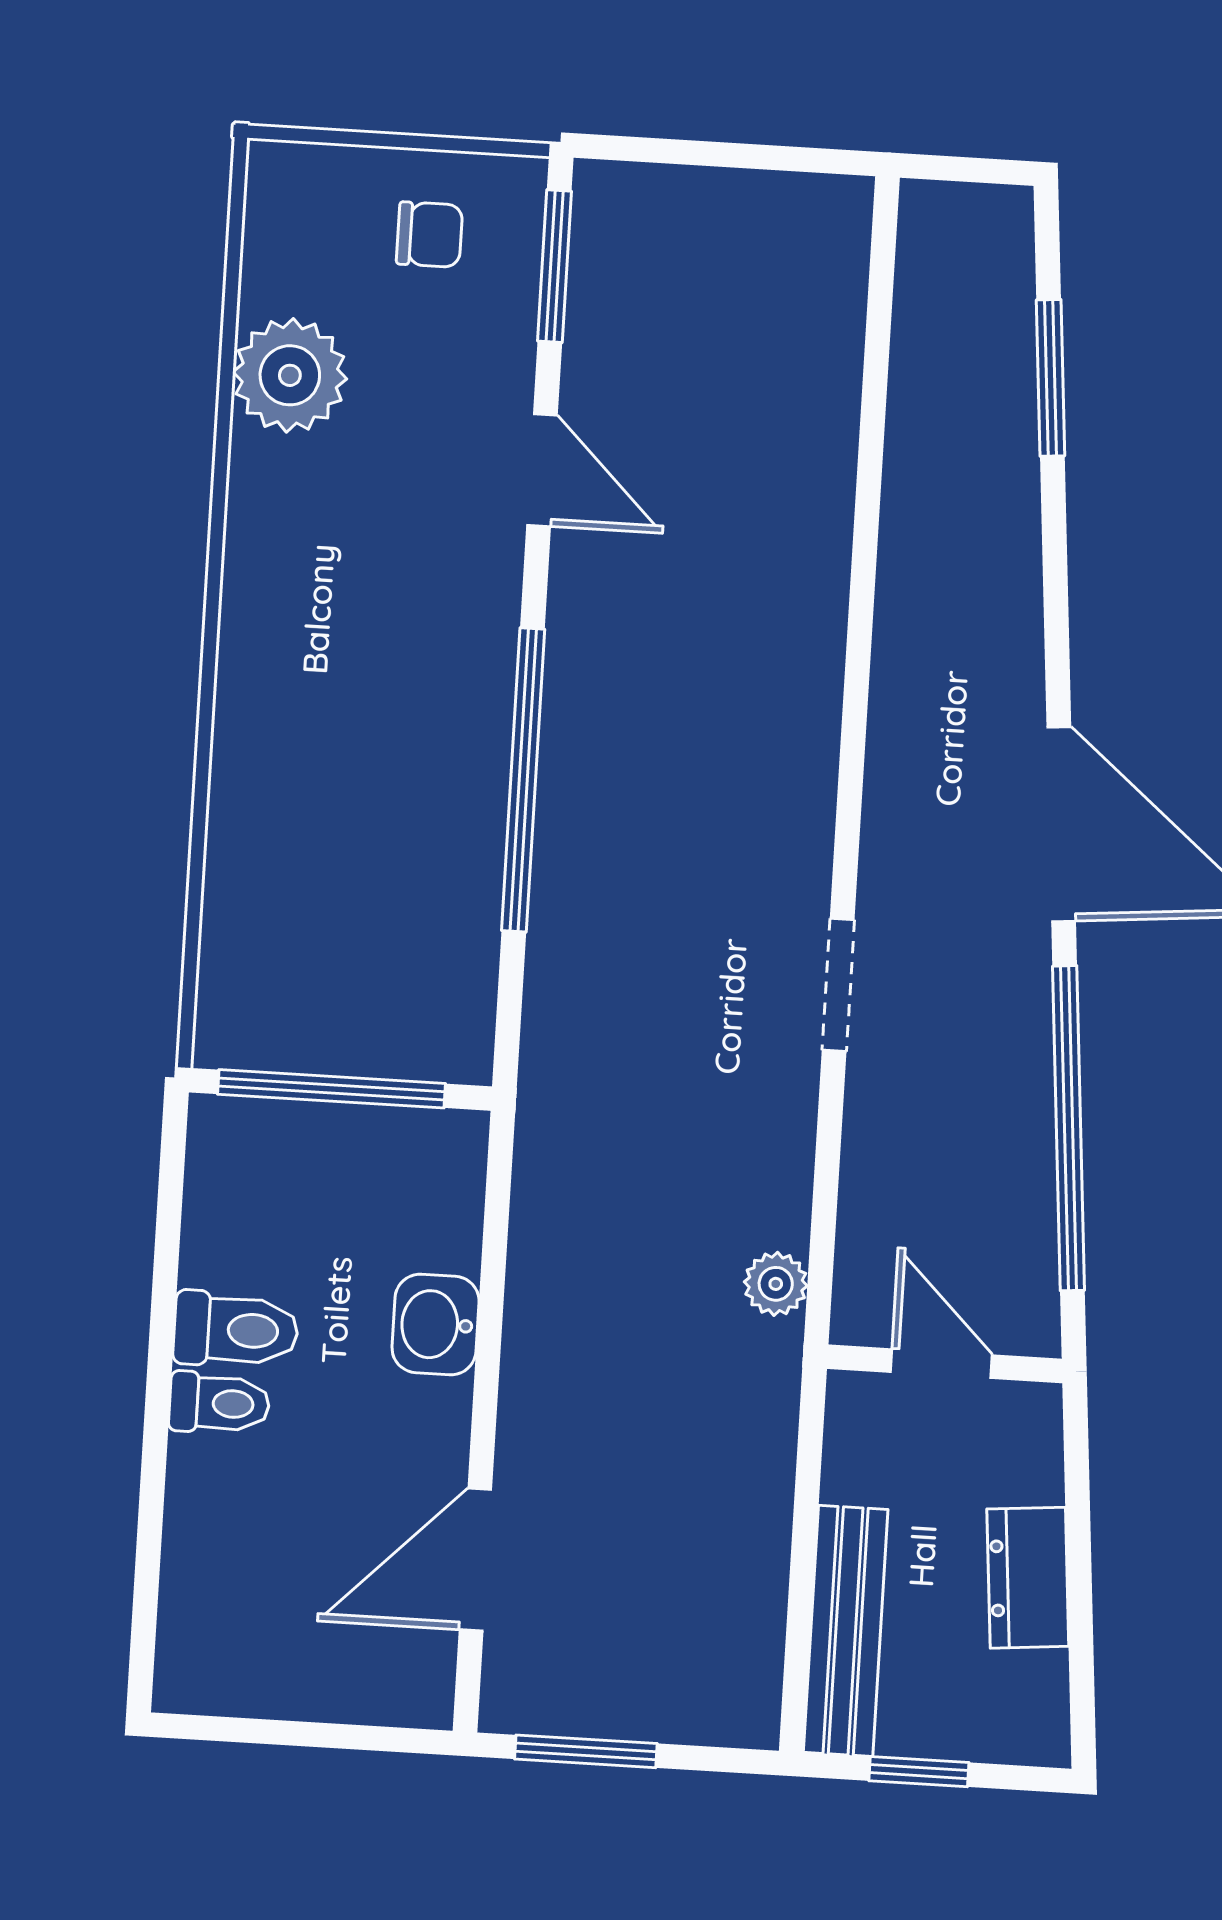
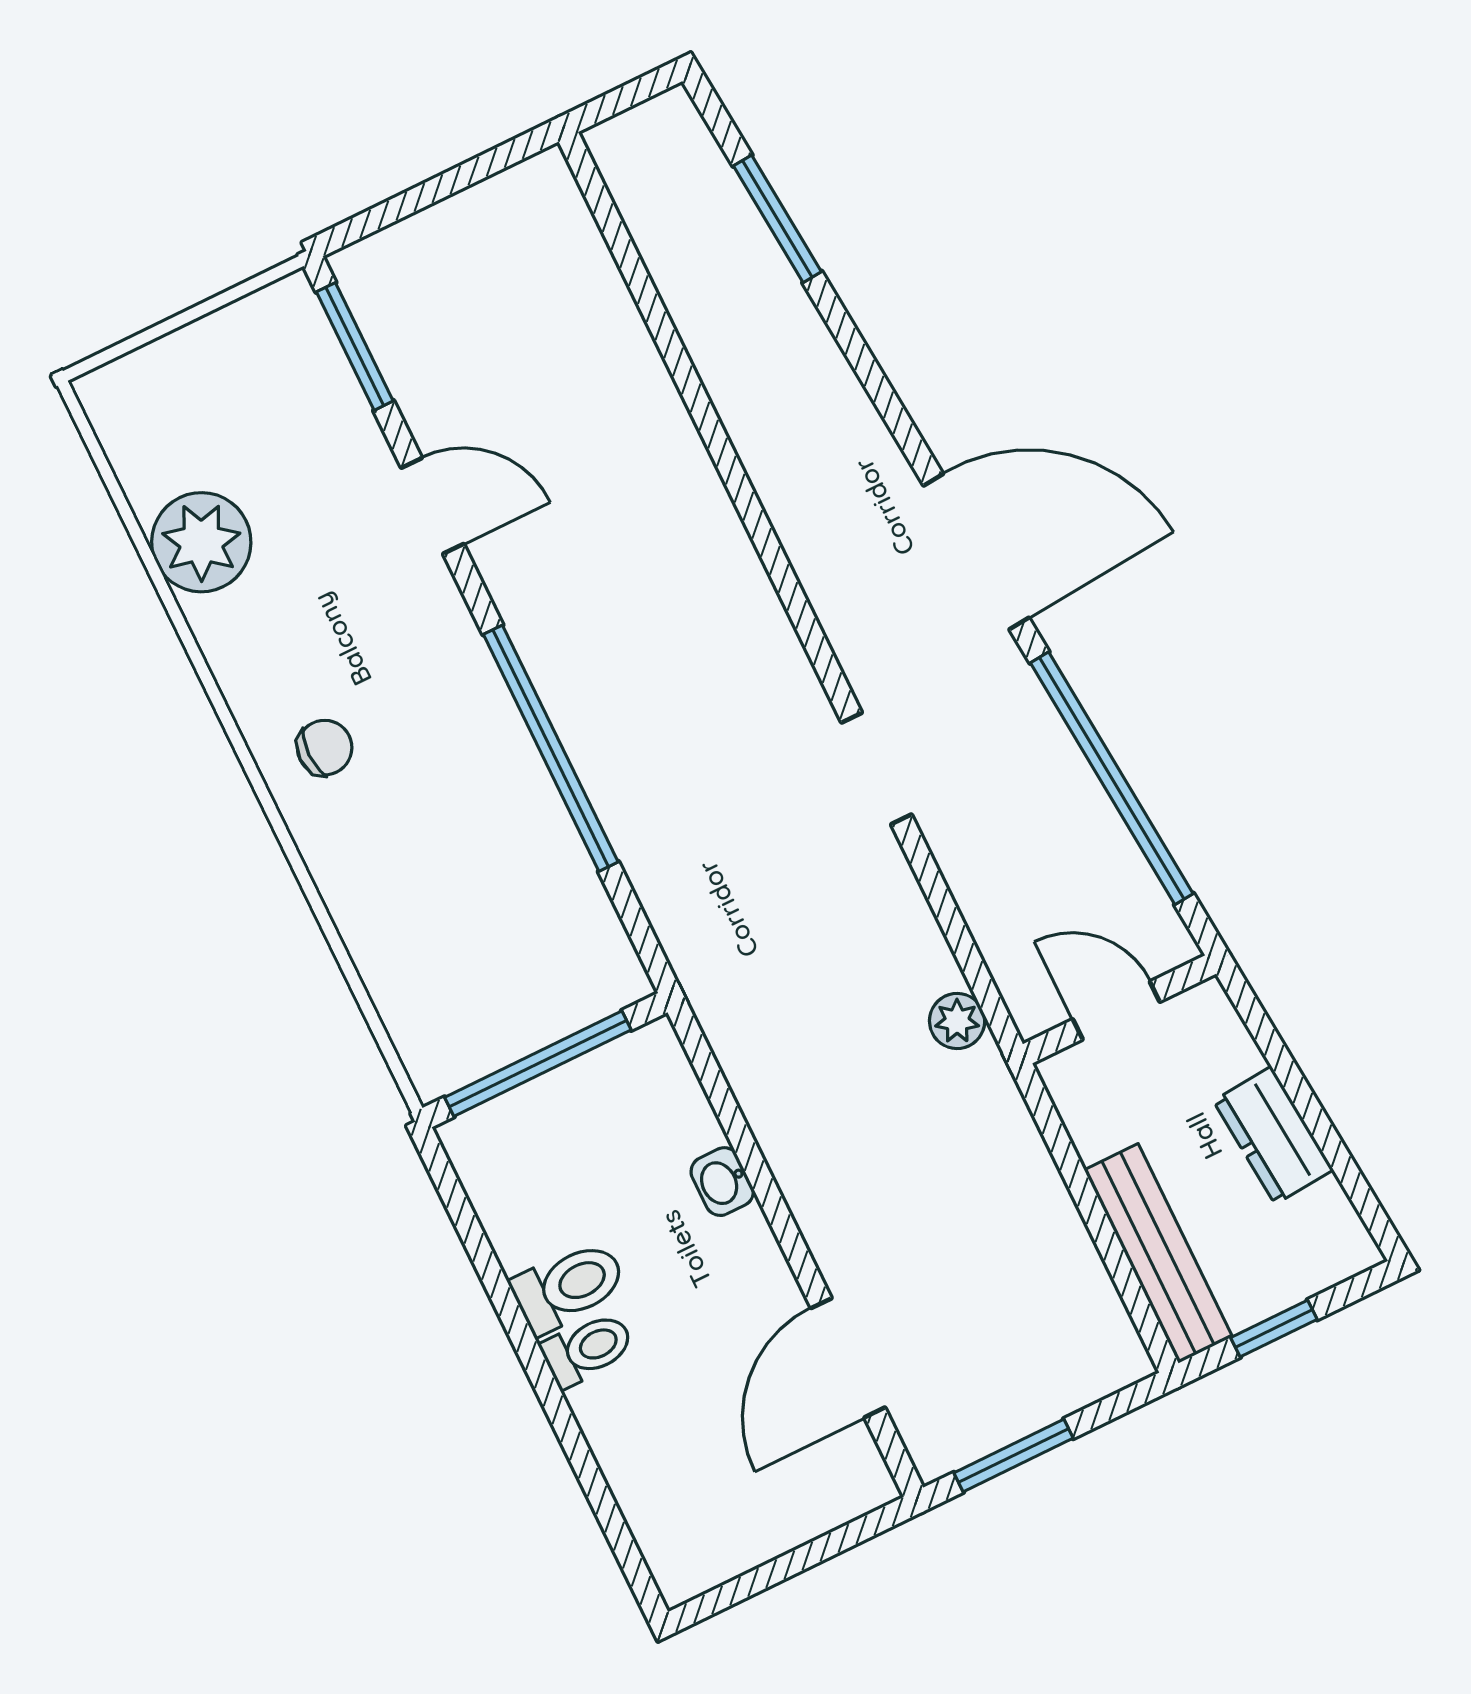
chair: (430, 235) -> (325, 748), moved
washbasin: (436, 1325) -> (722, 1182), width x0.72, depth x0.69

